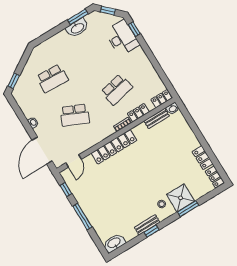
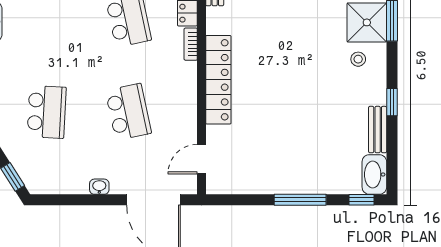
school desk: (75, 115) -> (128, 112), turned -36
door: (74, 161) -> (202, 159), swing flipped
window: (66, 190) -> (362, 200), moved
bench: (147, 225) -> (378, 130), moved

